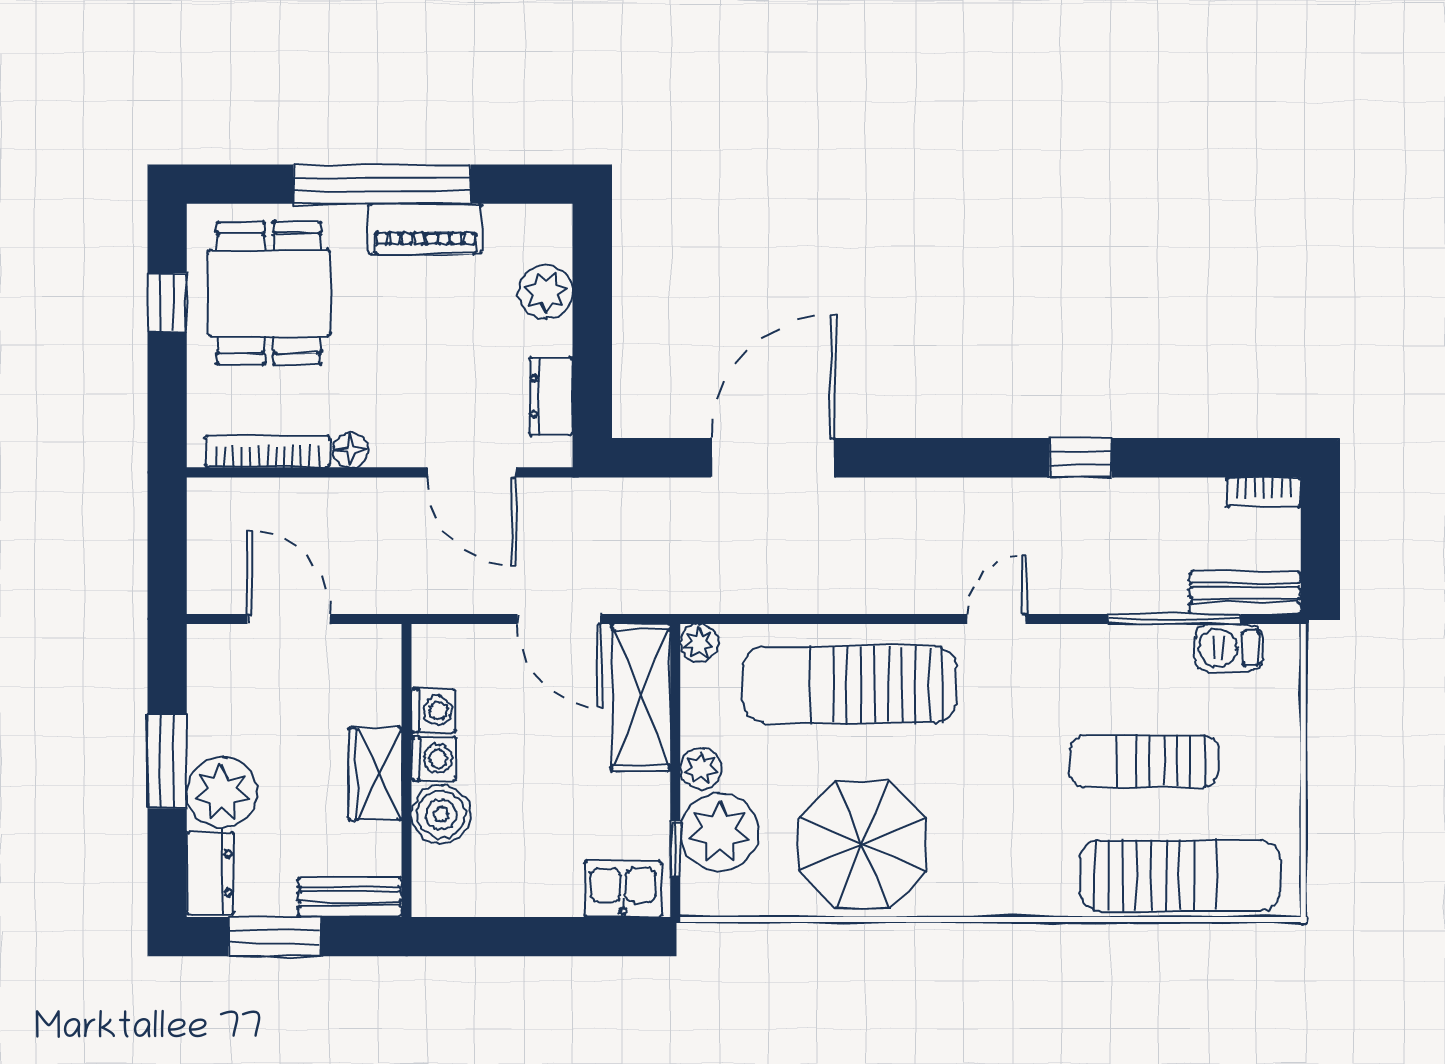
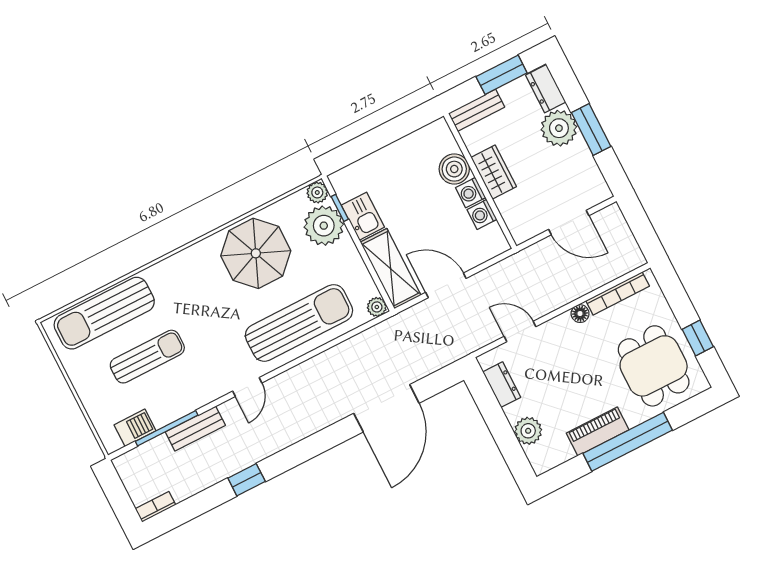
door: (471, 472) -> (520, 331), width x0.73
bench: (1245, 593) -> (195, 429), moved
plant: (701, 769) -> (317, 192), moved
kitchen sink: (623, 889) -> (363, 216), moved, turned -90

